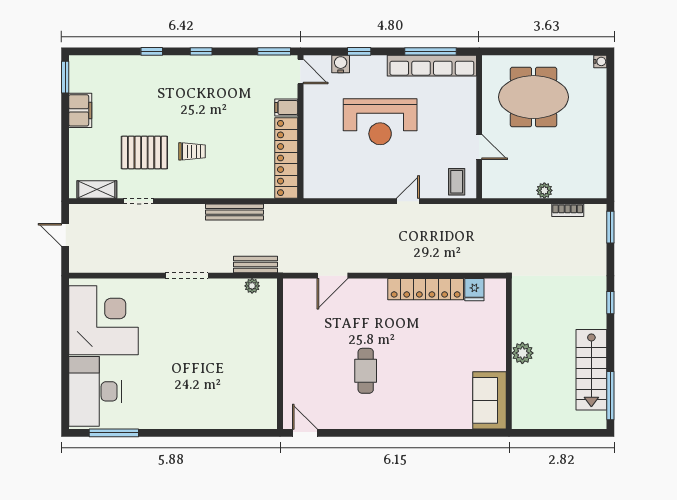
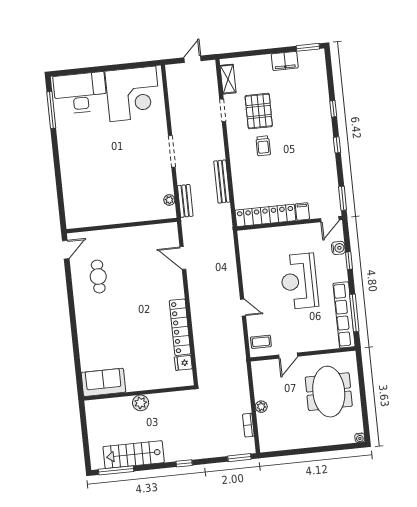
cafe table: (366, 371) -> (98, 277), moved, turned 90

